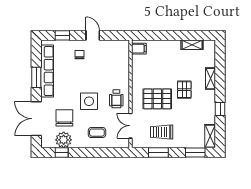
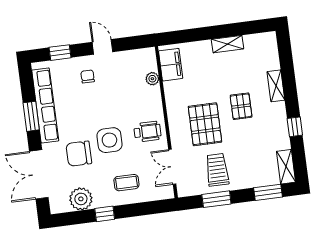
shelving: (192, 45) -> (227, 44), moved
filing cabinet: (139, 49) -> (171, 65), width x2.00
plant: (125, 62) -> (152, 79), added
wheelchair: (116, 99) -> (147, 132), turned -90
pallet: (157, 99) -> (205, 124), turned 90
chair: (64, 118) -> (79, 154), moved, turned -90
trolley: (162, 132) -> (217, 170), turned 90
window: (62, 152) -> (105, 214), moved

